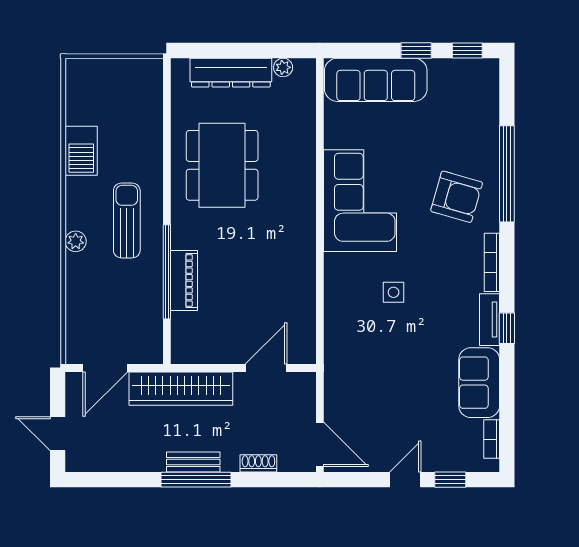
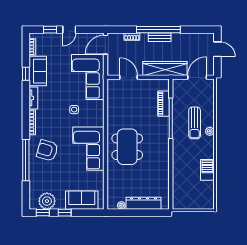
plant: (457, 78) -> (47, 201), added
sofa: (376, 80) -> (82, 200), width x0.73
dining table: (222, 165) -> (127, 147), moved
sun lounger: (127, 221) -> (195, 123), moved
piano: (184, 280) -> (164, 104), moved
window: (507, 328) -> (26, 74), moved
door: (266, 368) -> (129, 77), swing flipped
corner sofa: (362, 368) -> (88, 77), added
door: (320, 444) -> (106, 45), hinge flipped
window: (196, 480) -> (158, 30), width x1.46

